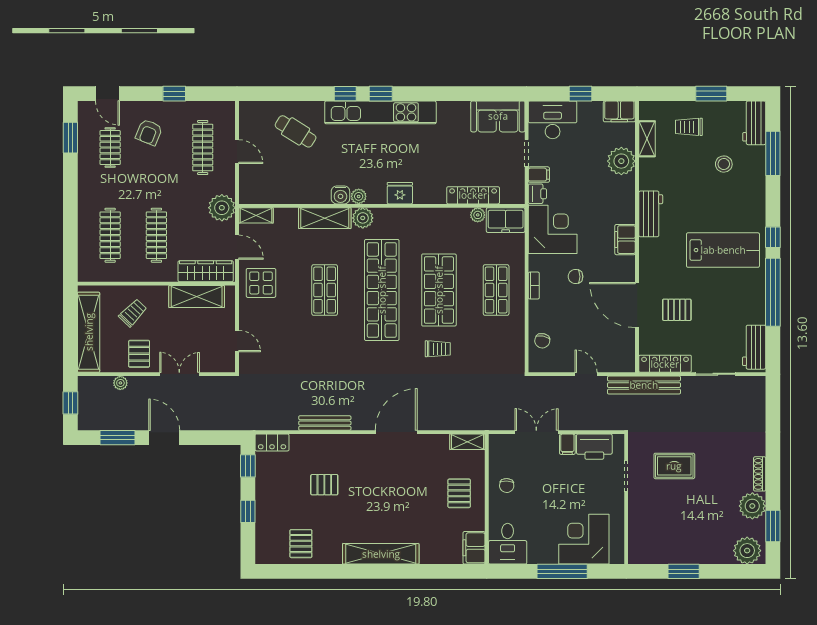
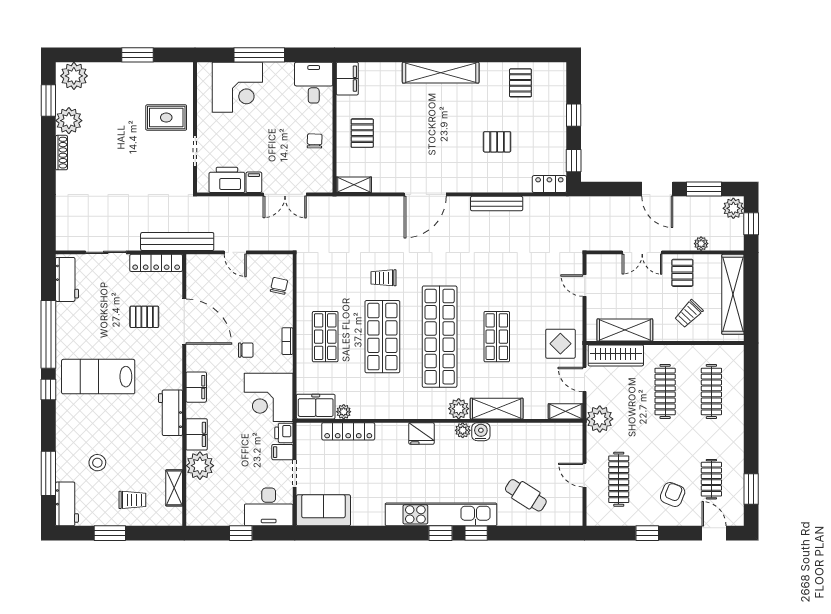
filing cabinet: (619, 111) -> (197, 434), moved, turned 90
plant: (88, 418) -> (733, 208), added
rug: (674, 466) -> (166, 118), moved

